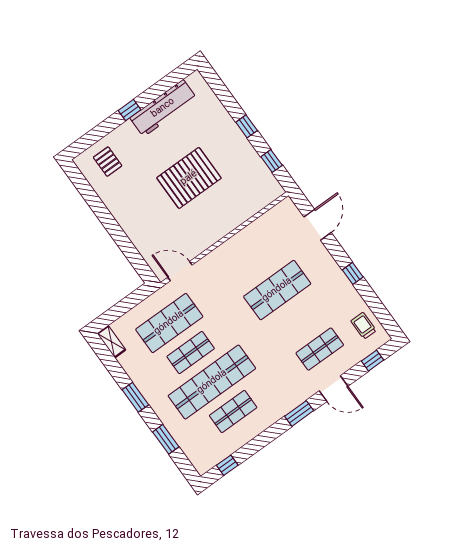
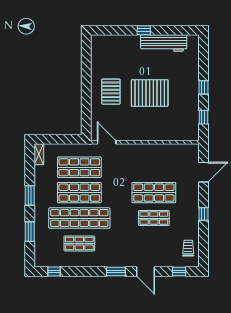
pallet: (108, 162) -> (111, 92), moved, width x1.50, depth x1.42
shop shelf: (320, 349) -> (154, 218), moved
shop shelf: (191, 353) -> (79, 193), width x1.43, depth x1.36

